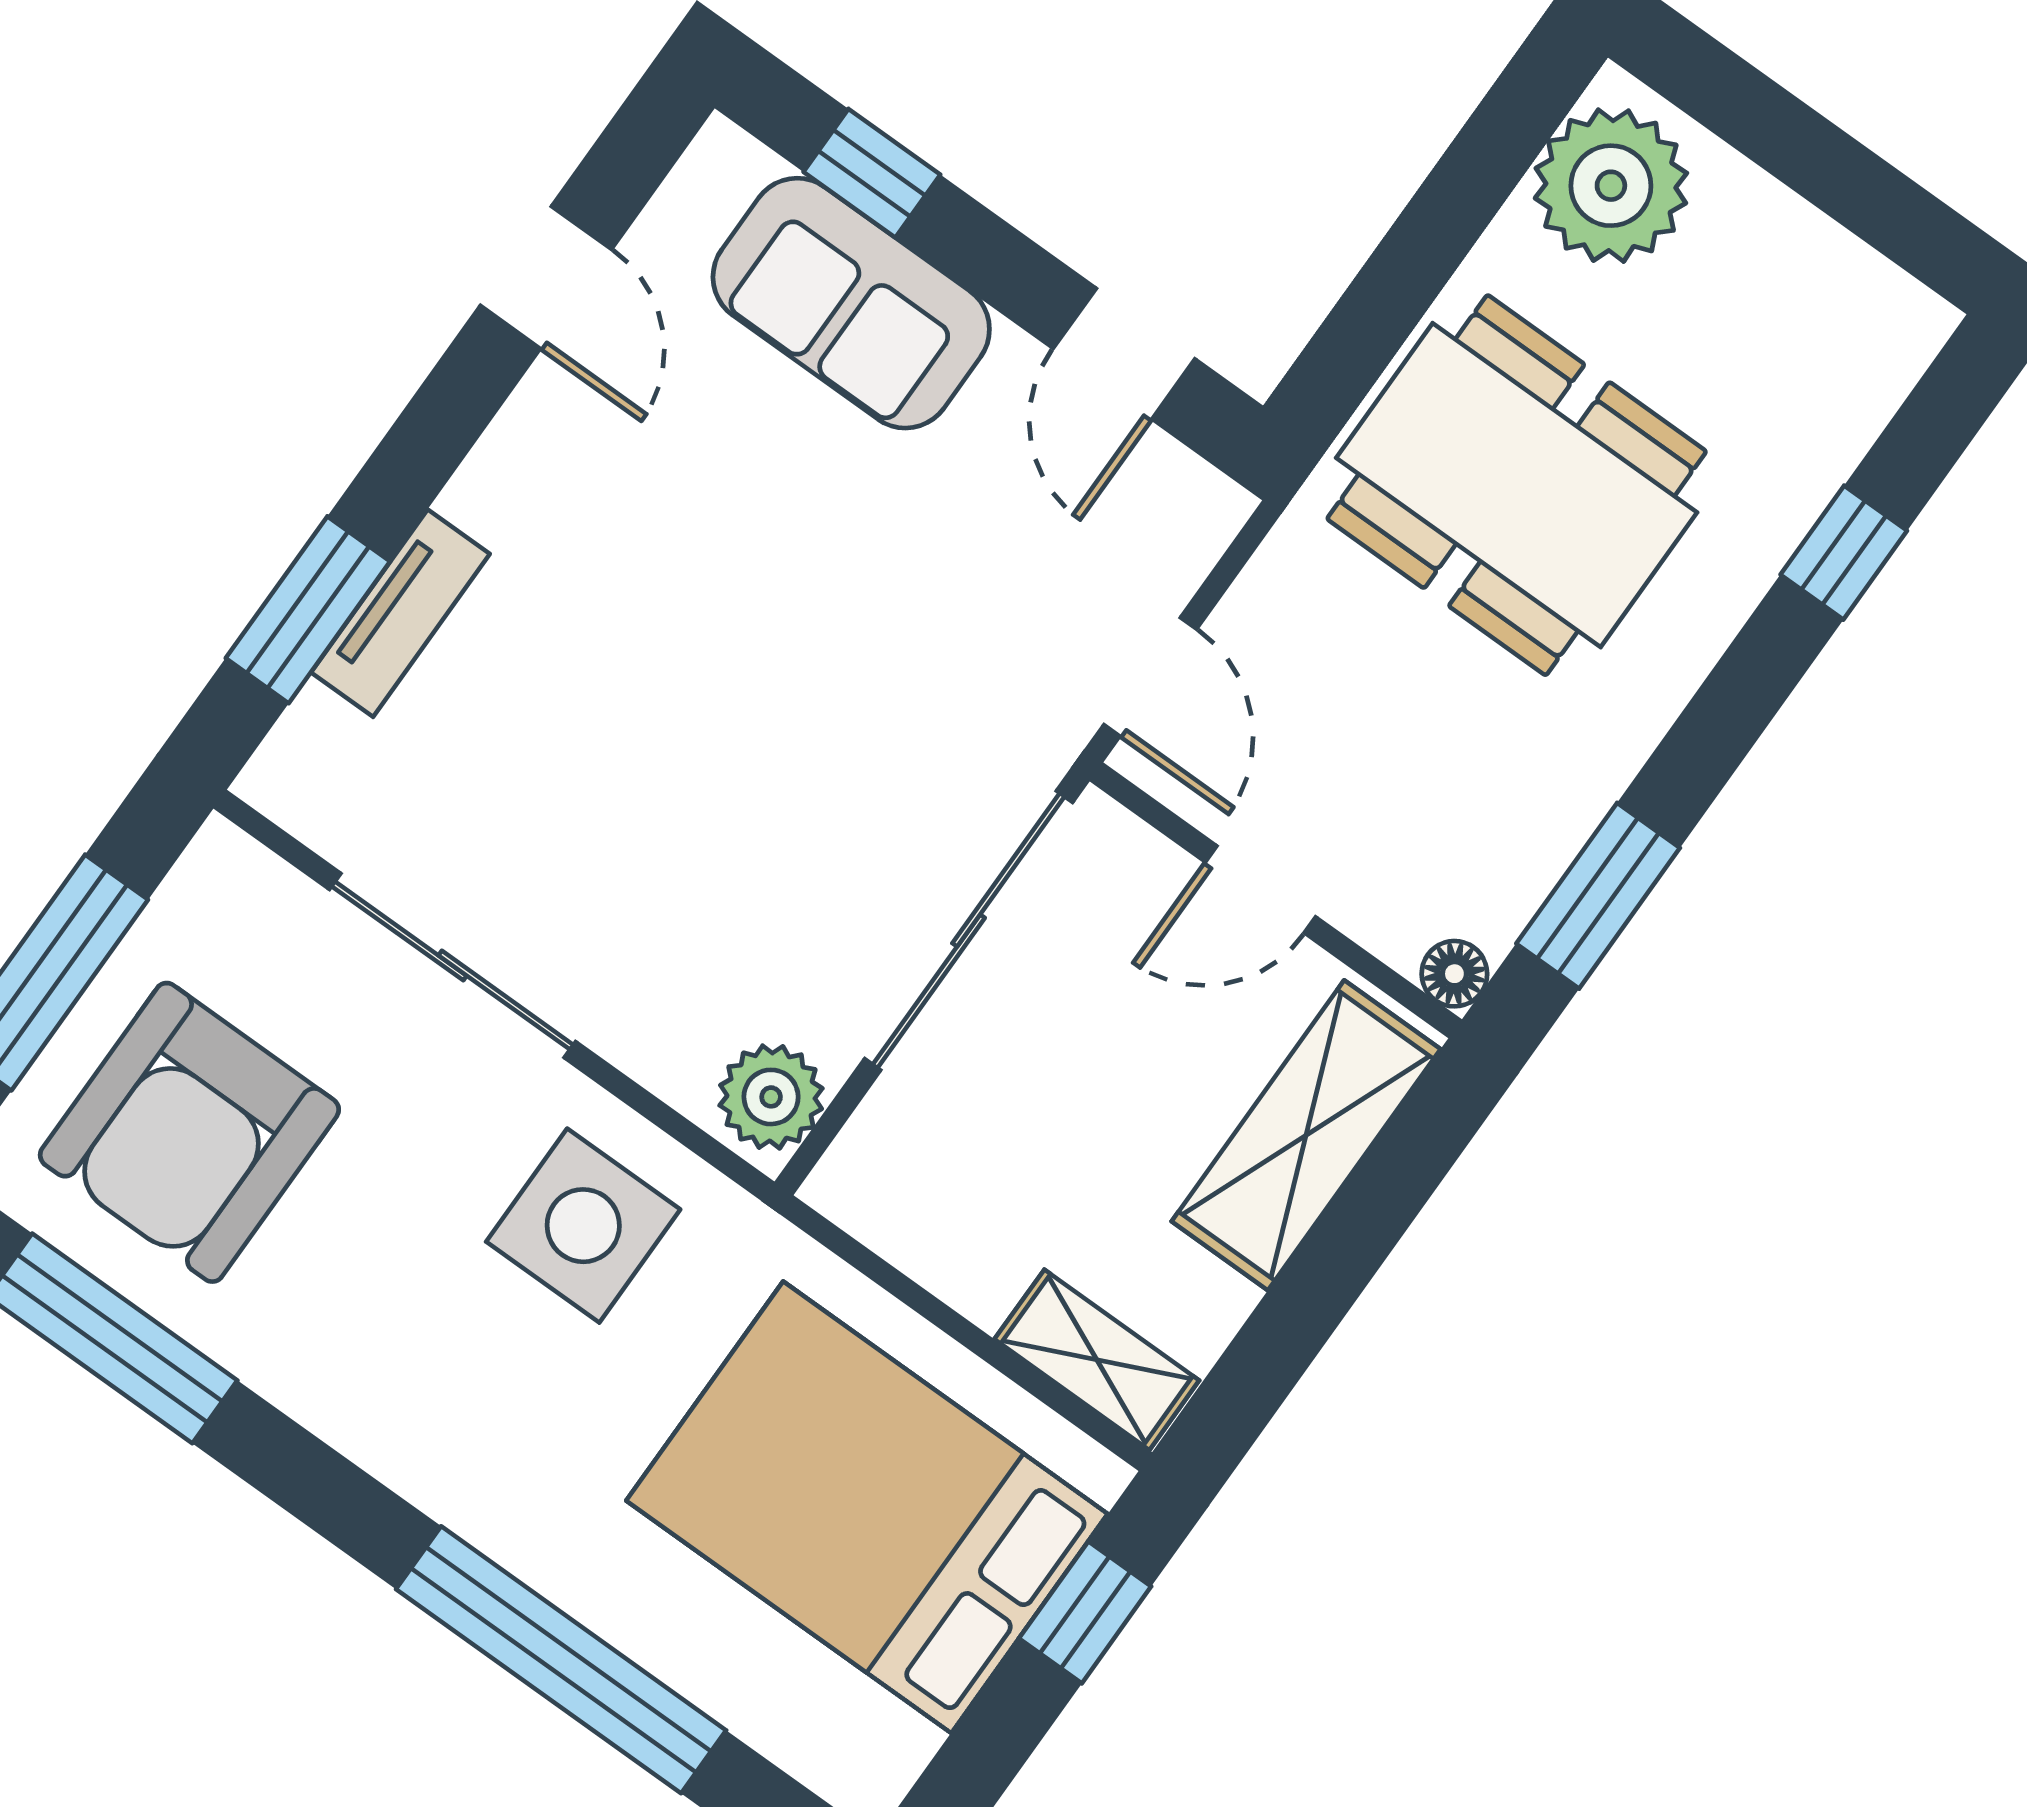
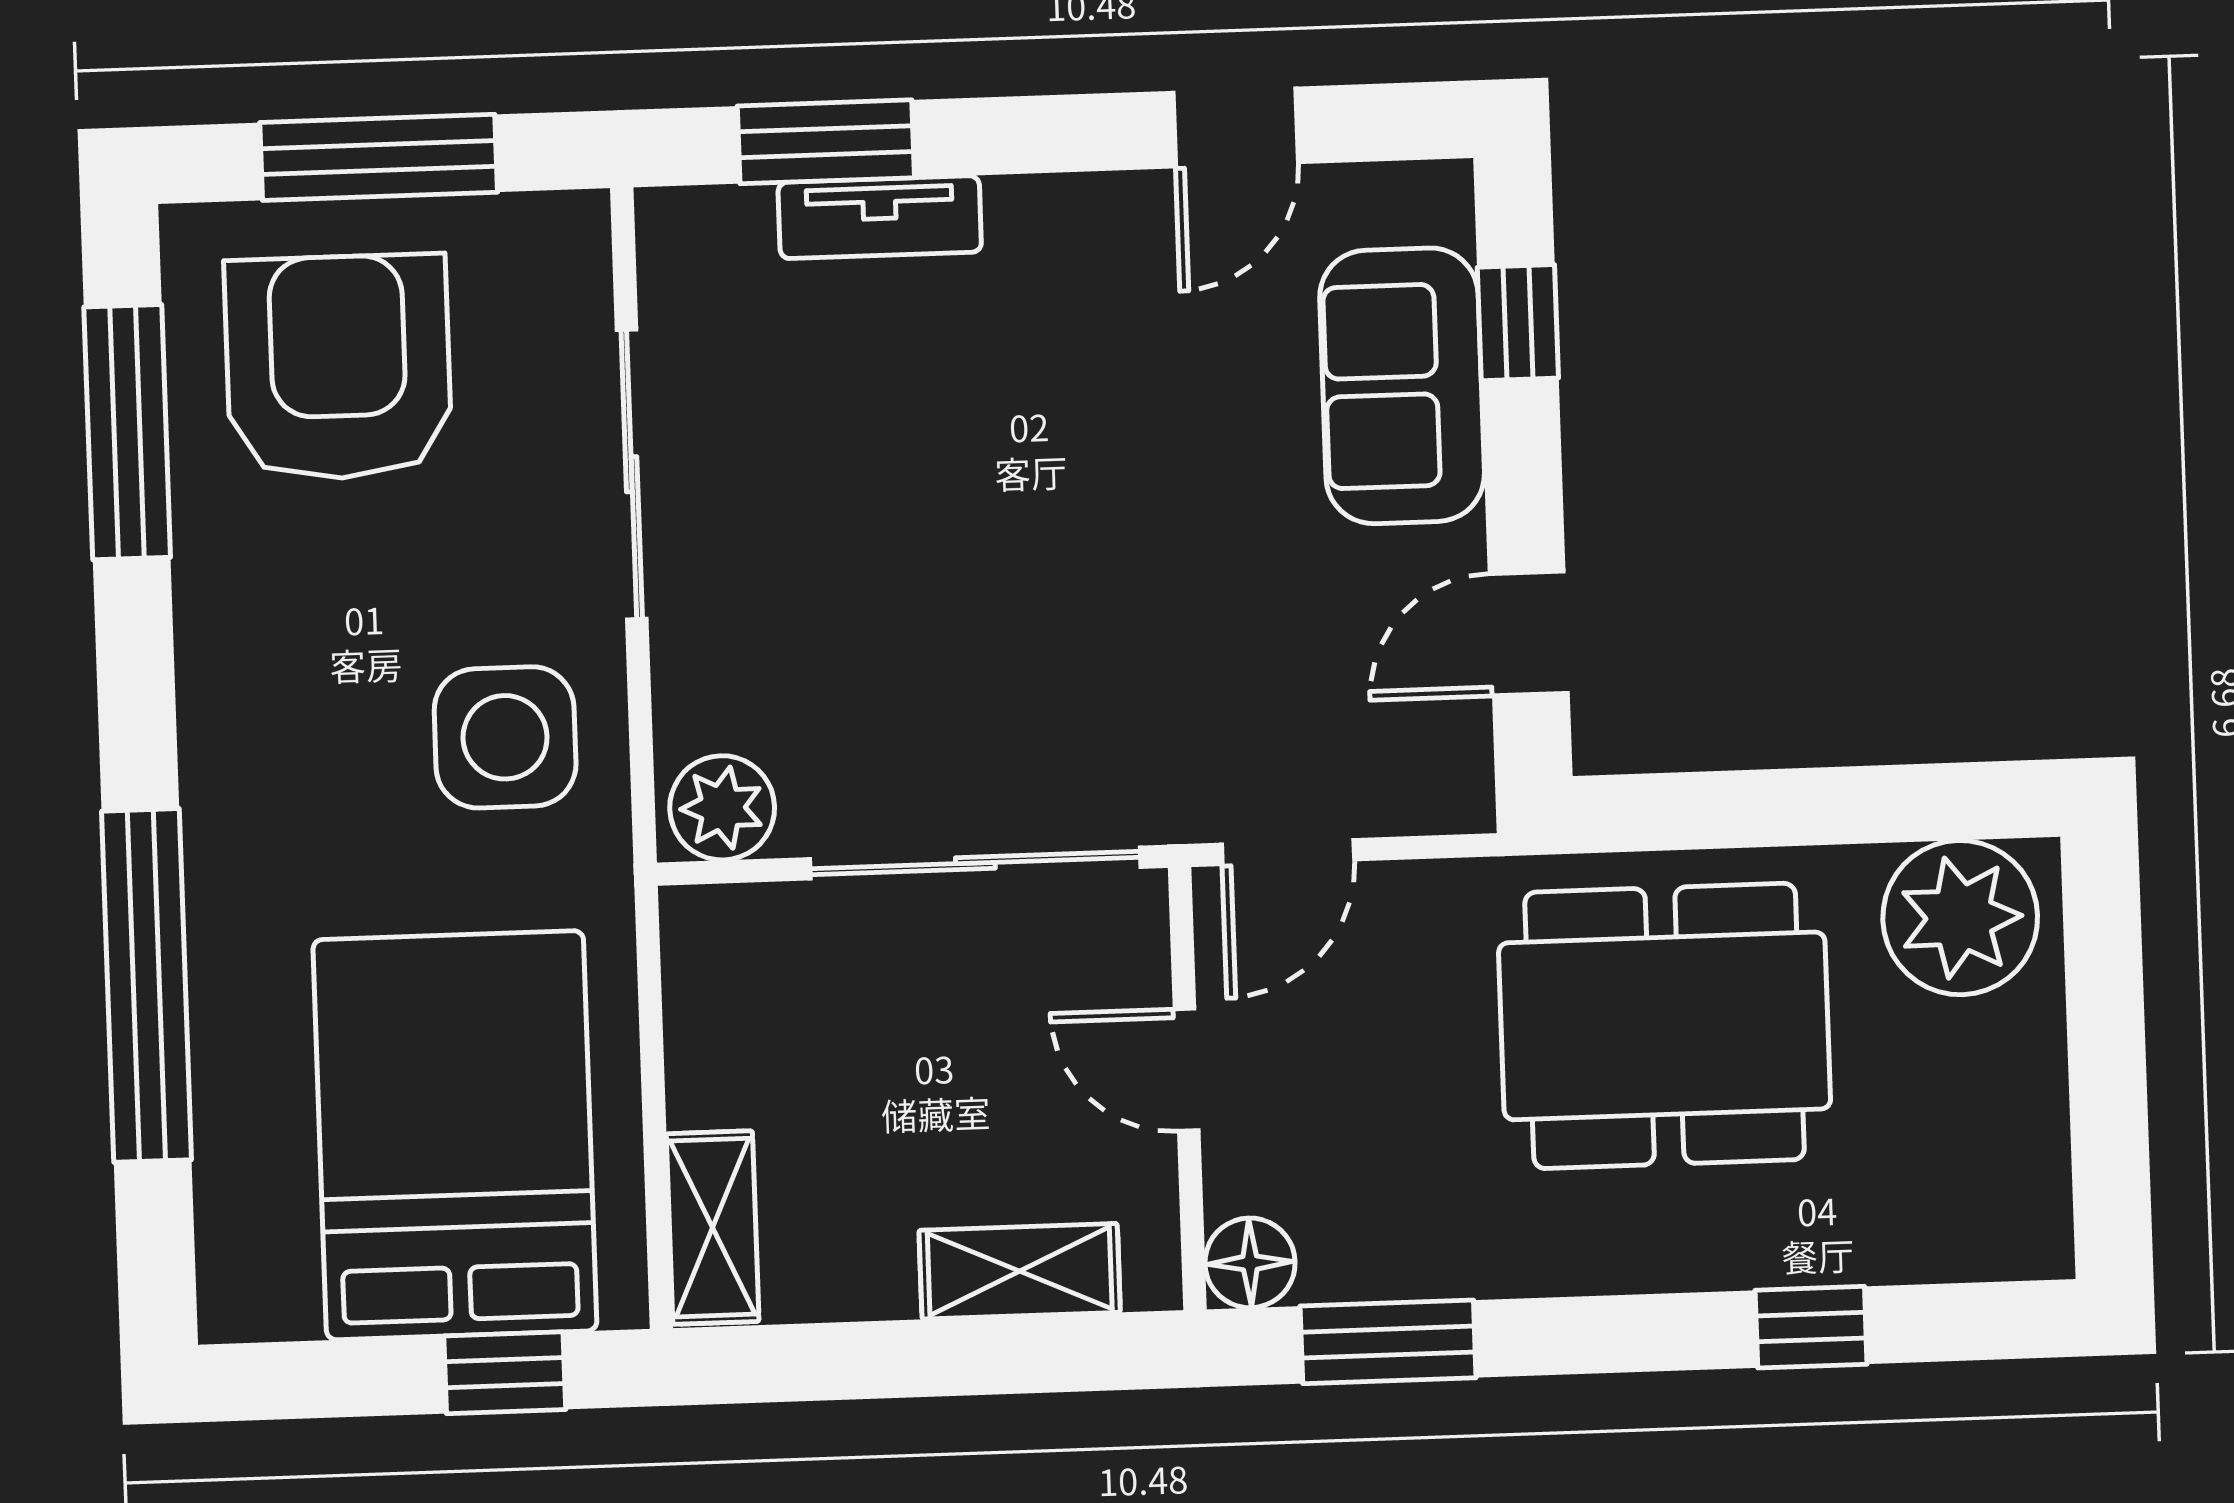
dining table: (1517, 485) -> (1665, 1026), turned 90
floor lamp: (1454, 974) -> (1250, 1263), width x1.37, depth x1.37
armchair: (189, 1132) -> (338, 367), turned 90
shelving: (1306, 1135) -> (1020, 1271), width x0.67, depth x0.75

